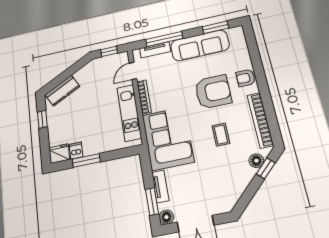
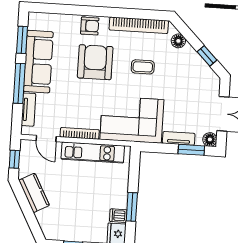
window: (164, 39) -> (19, 83), moved
armchair: (246, 78) -> (90, 26), turned -90
kitchen counter: (62, 91) -> (34, 193), moved
window: (266, 168) -> (207, 56), moved

